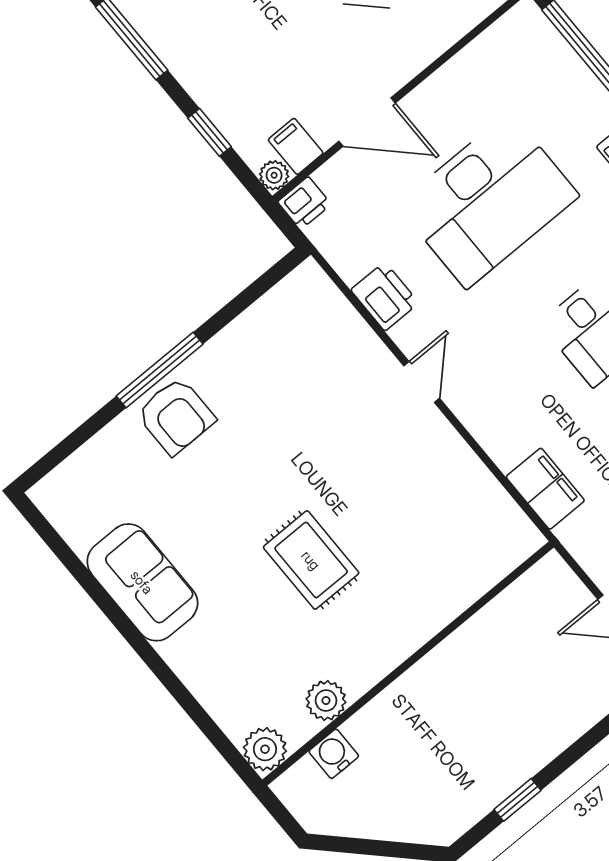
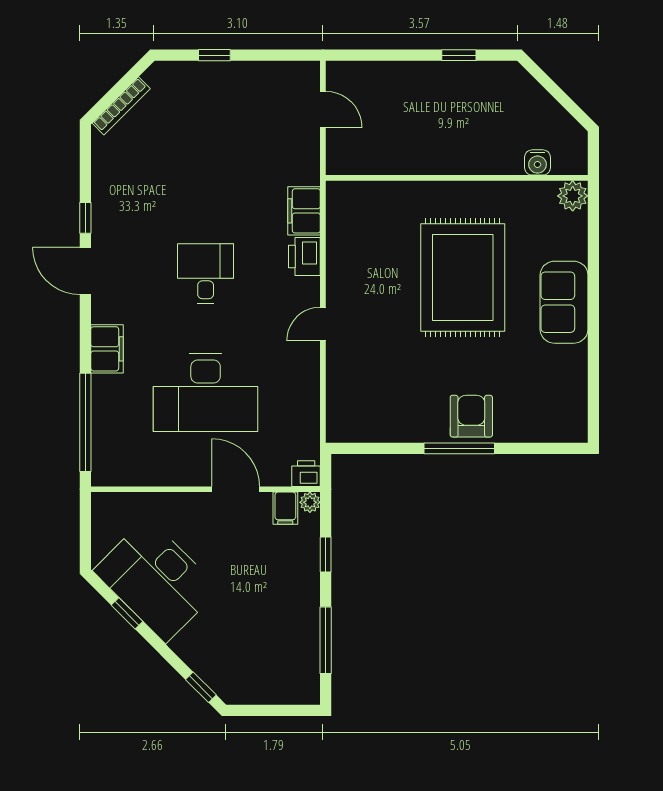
desk: (488, 200) -> (206, 393), turned 180
printer: (385, 296) -> (304, 256), moved
rug: (311, 560) -> (463, 277), width x1.86, depth x2.06
sofa: (142, 582) -> (564, 302), moved
plant: (326, 701) -> (518, 195), removed

